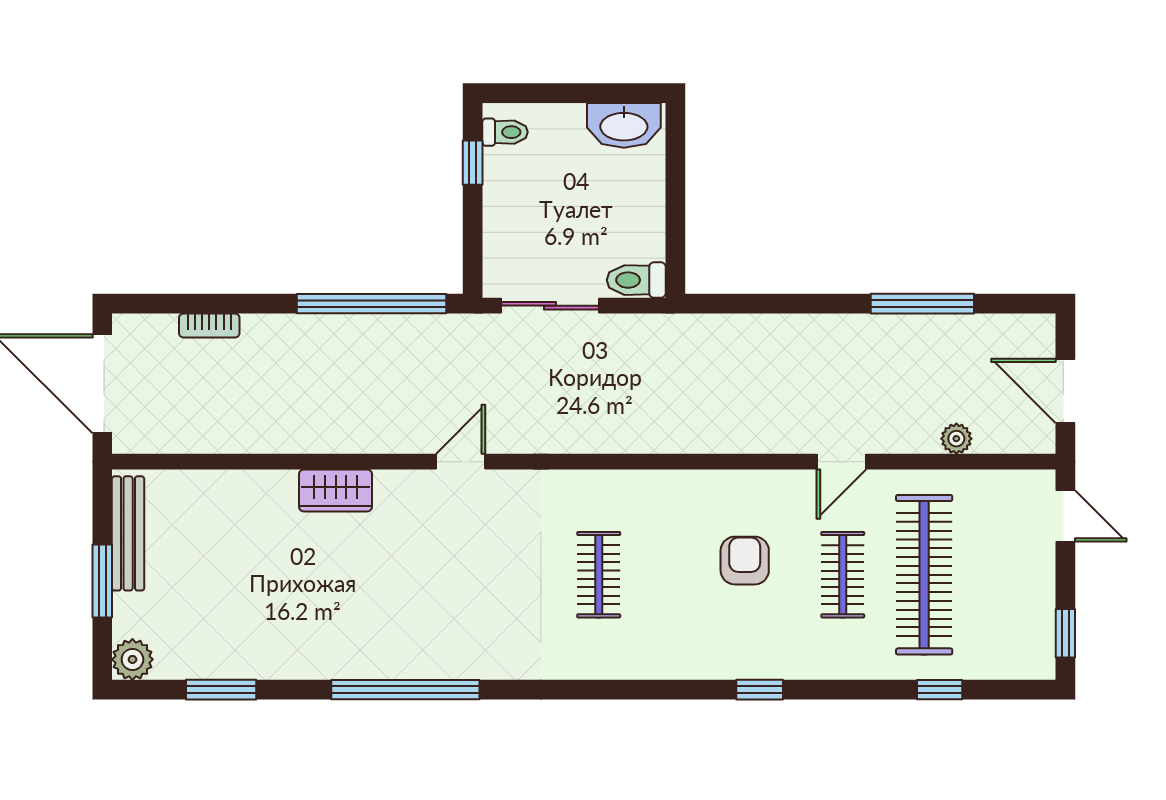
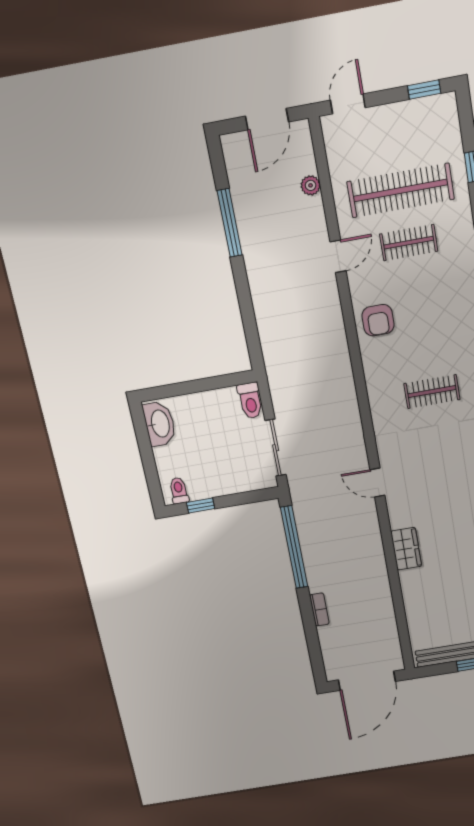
bookcase: (209, 326) -> (319, 609), moved
door: (841, 462) -> (338, 256), hinge flipped
armchair: (745, 561) -> (378, 320), moved, turned -90

